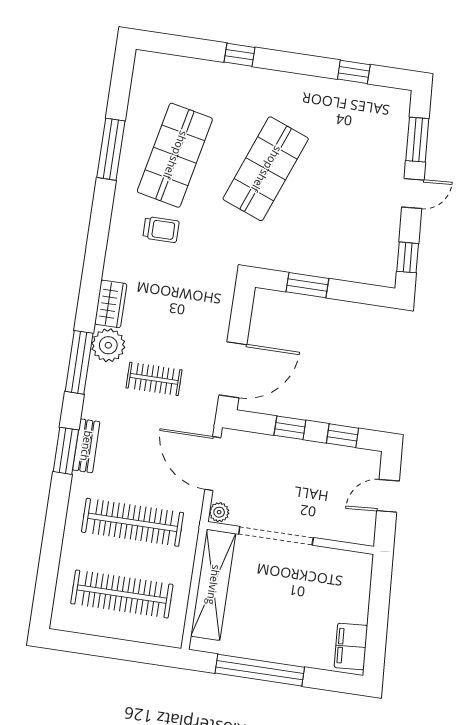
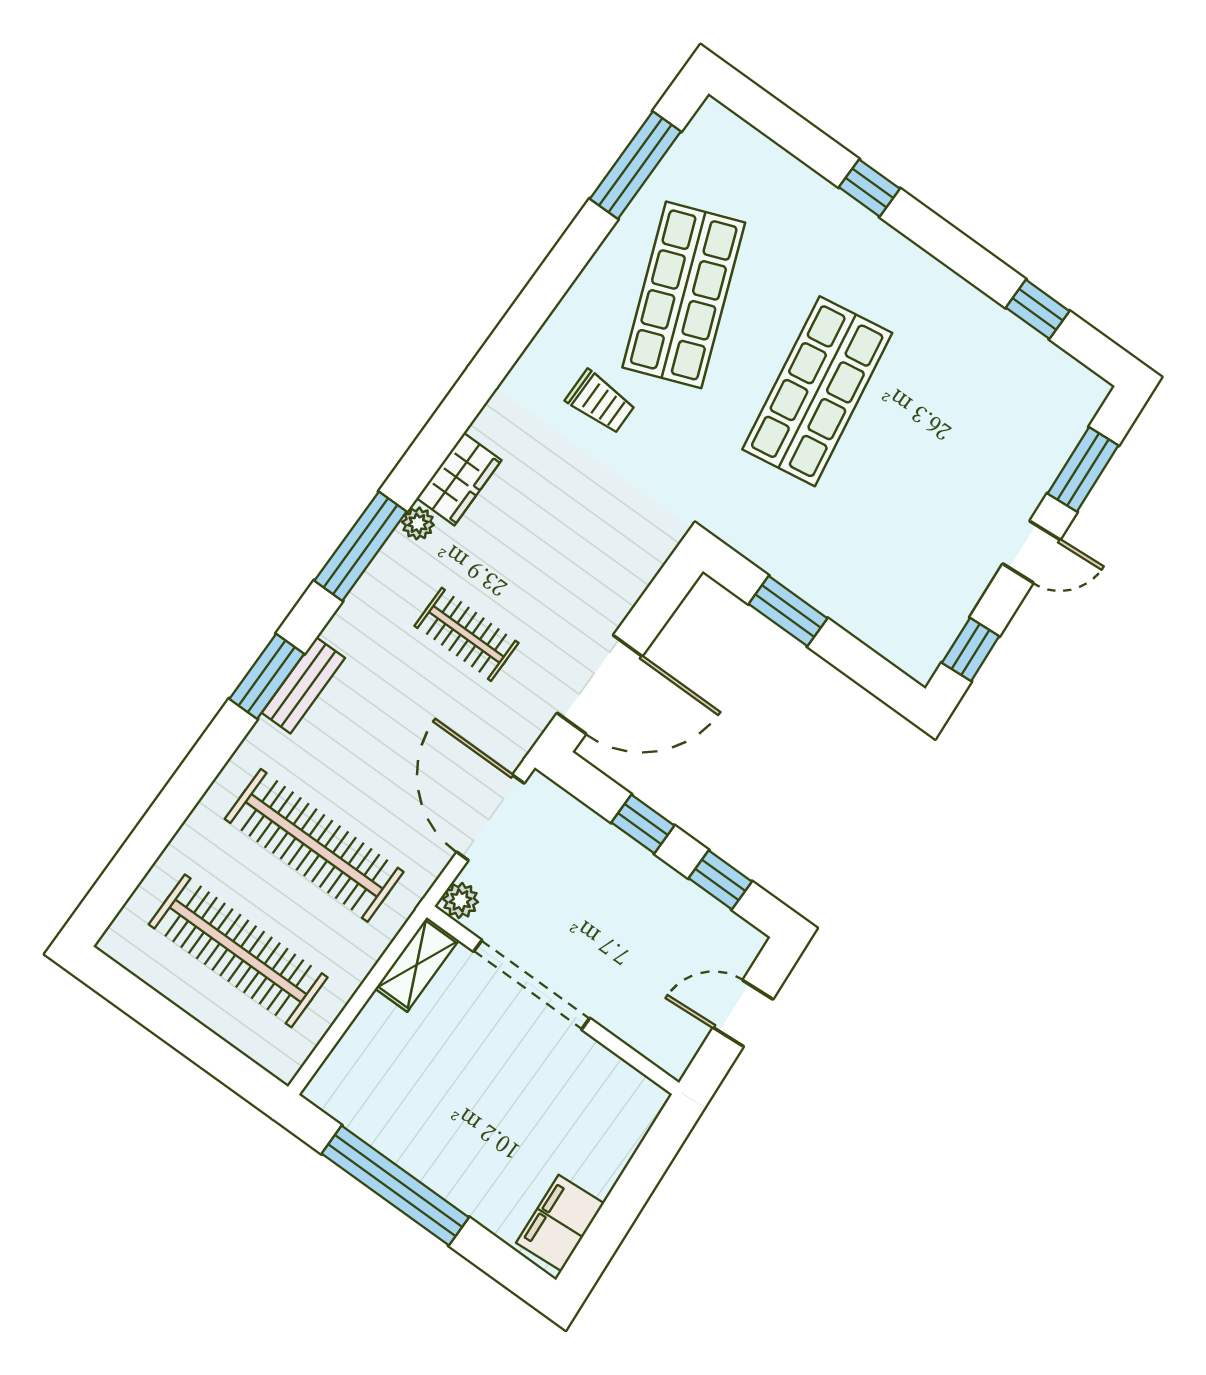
window: (111, 149) -> (635, 165), moved
shop shelf: (175, 155) -> (684, 295), turned -33
shop shelf: (266, 169) -> (817, 391), turned -30
plant: (108, 345) -> (418, 523), width x0.53, depth x0.53
shelving: (213, 585) -> (417, 964), width x0.45, depth x0.75

